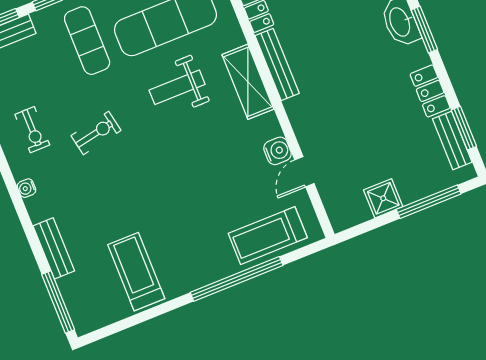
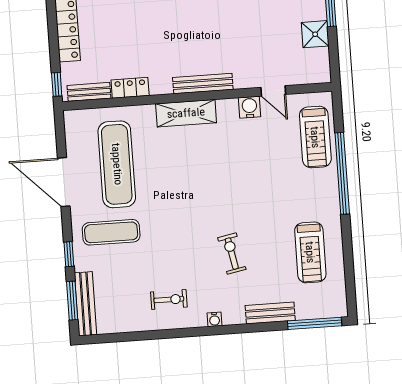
bench: (277, 65) -> (203, 84), moved
weight bench: (177, 87) -> (172, 172), removed
exercise bike: (96, 133) -> (232, 254), moved
treadmill: (136, 272) -> (310, 252), turned -90

